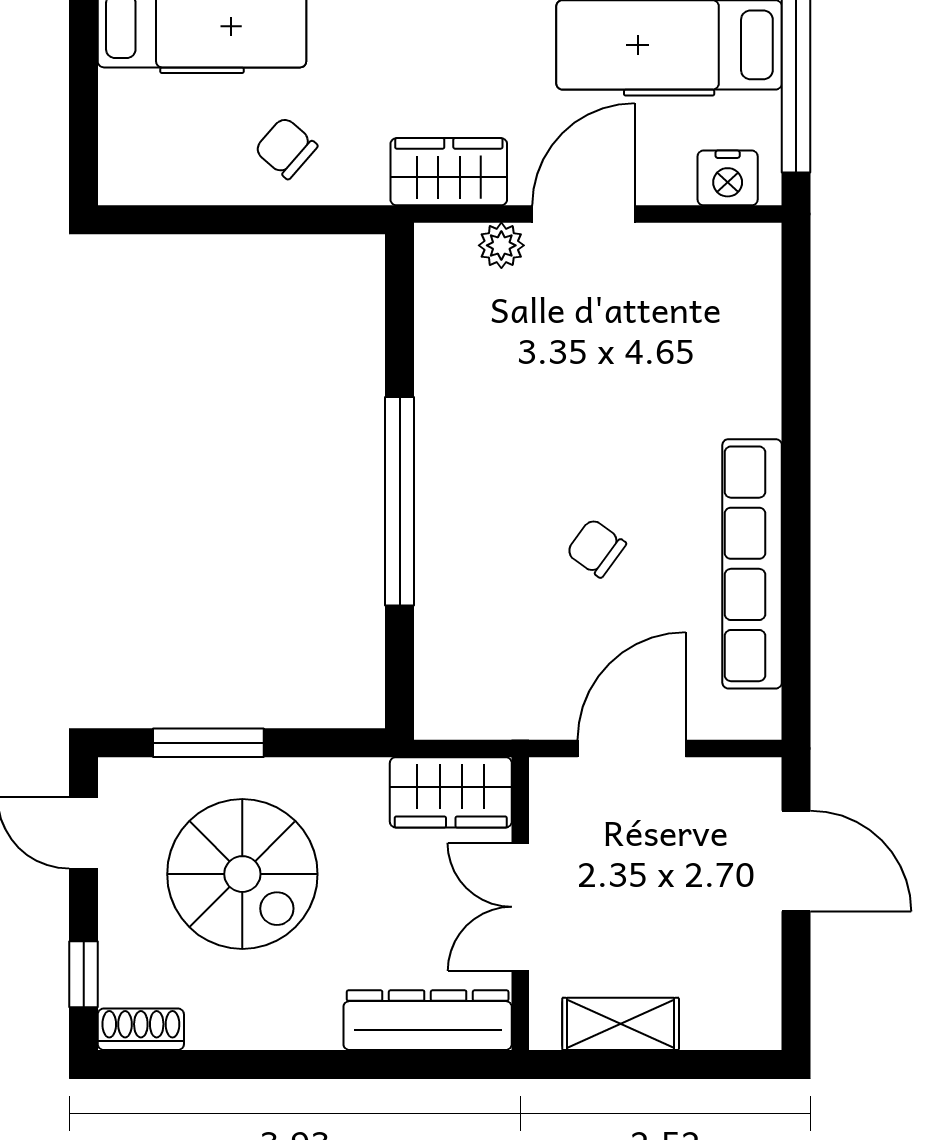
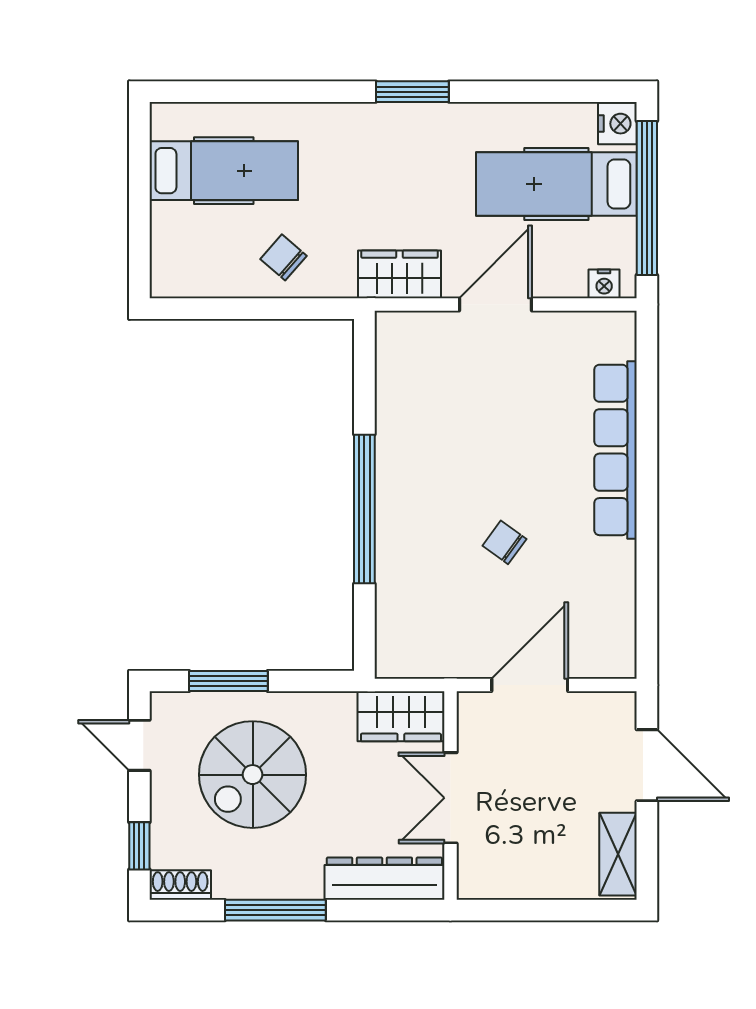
nightstand: (728, 178) -> (604, 284), width x0.72, depth x0.74
plant: (501, 245) -> (437, 327), removed
row of seats: (752, 564) -> (616, 450), moved
spiral stairs: (242, 874) -> (253, 775), turned 90
shelving: (621, 1024) -> (618, 854), moved, turned 90
window: (275, 1064) -> (275, 910), added

